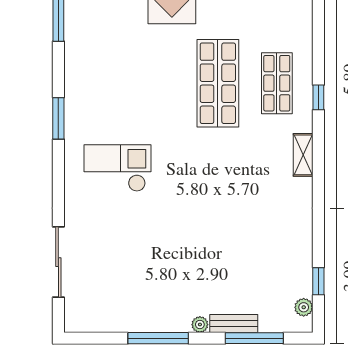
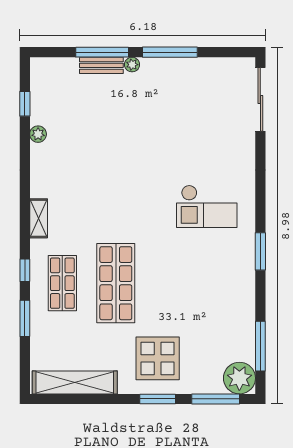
window: (318, 44) -> (25, 318), added
sliding door: (58, 262) -> (260, 99), moved
plant: (304, 307) -> (38, 134), moved
window: (254, 338) -> (102, 52), moved

